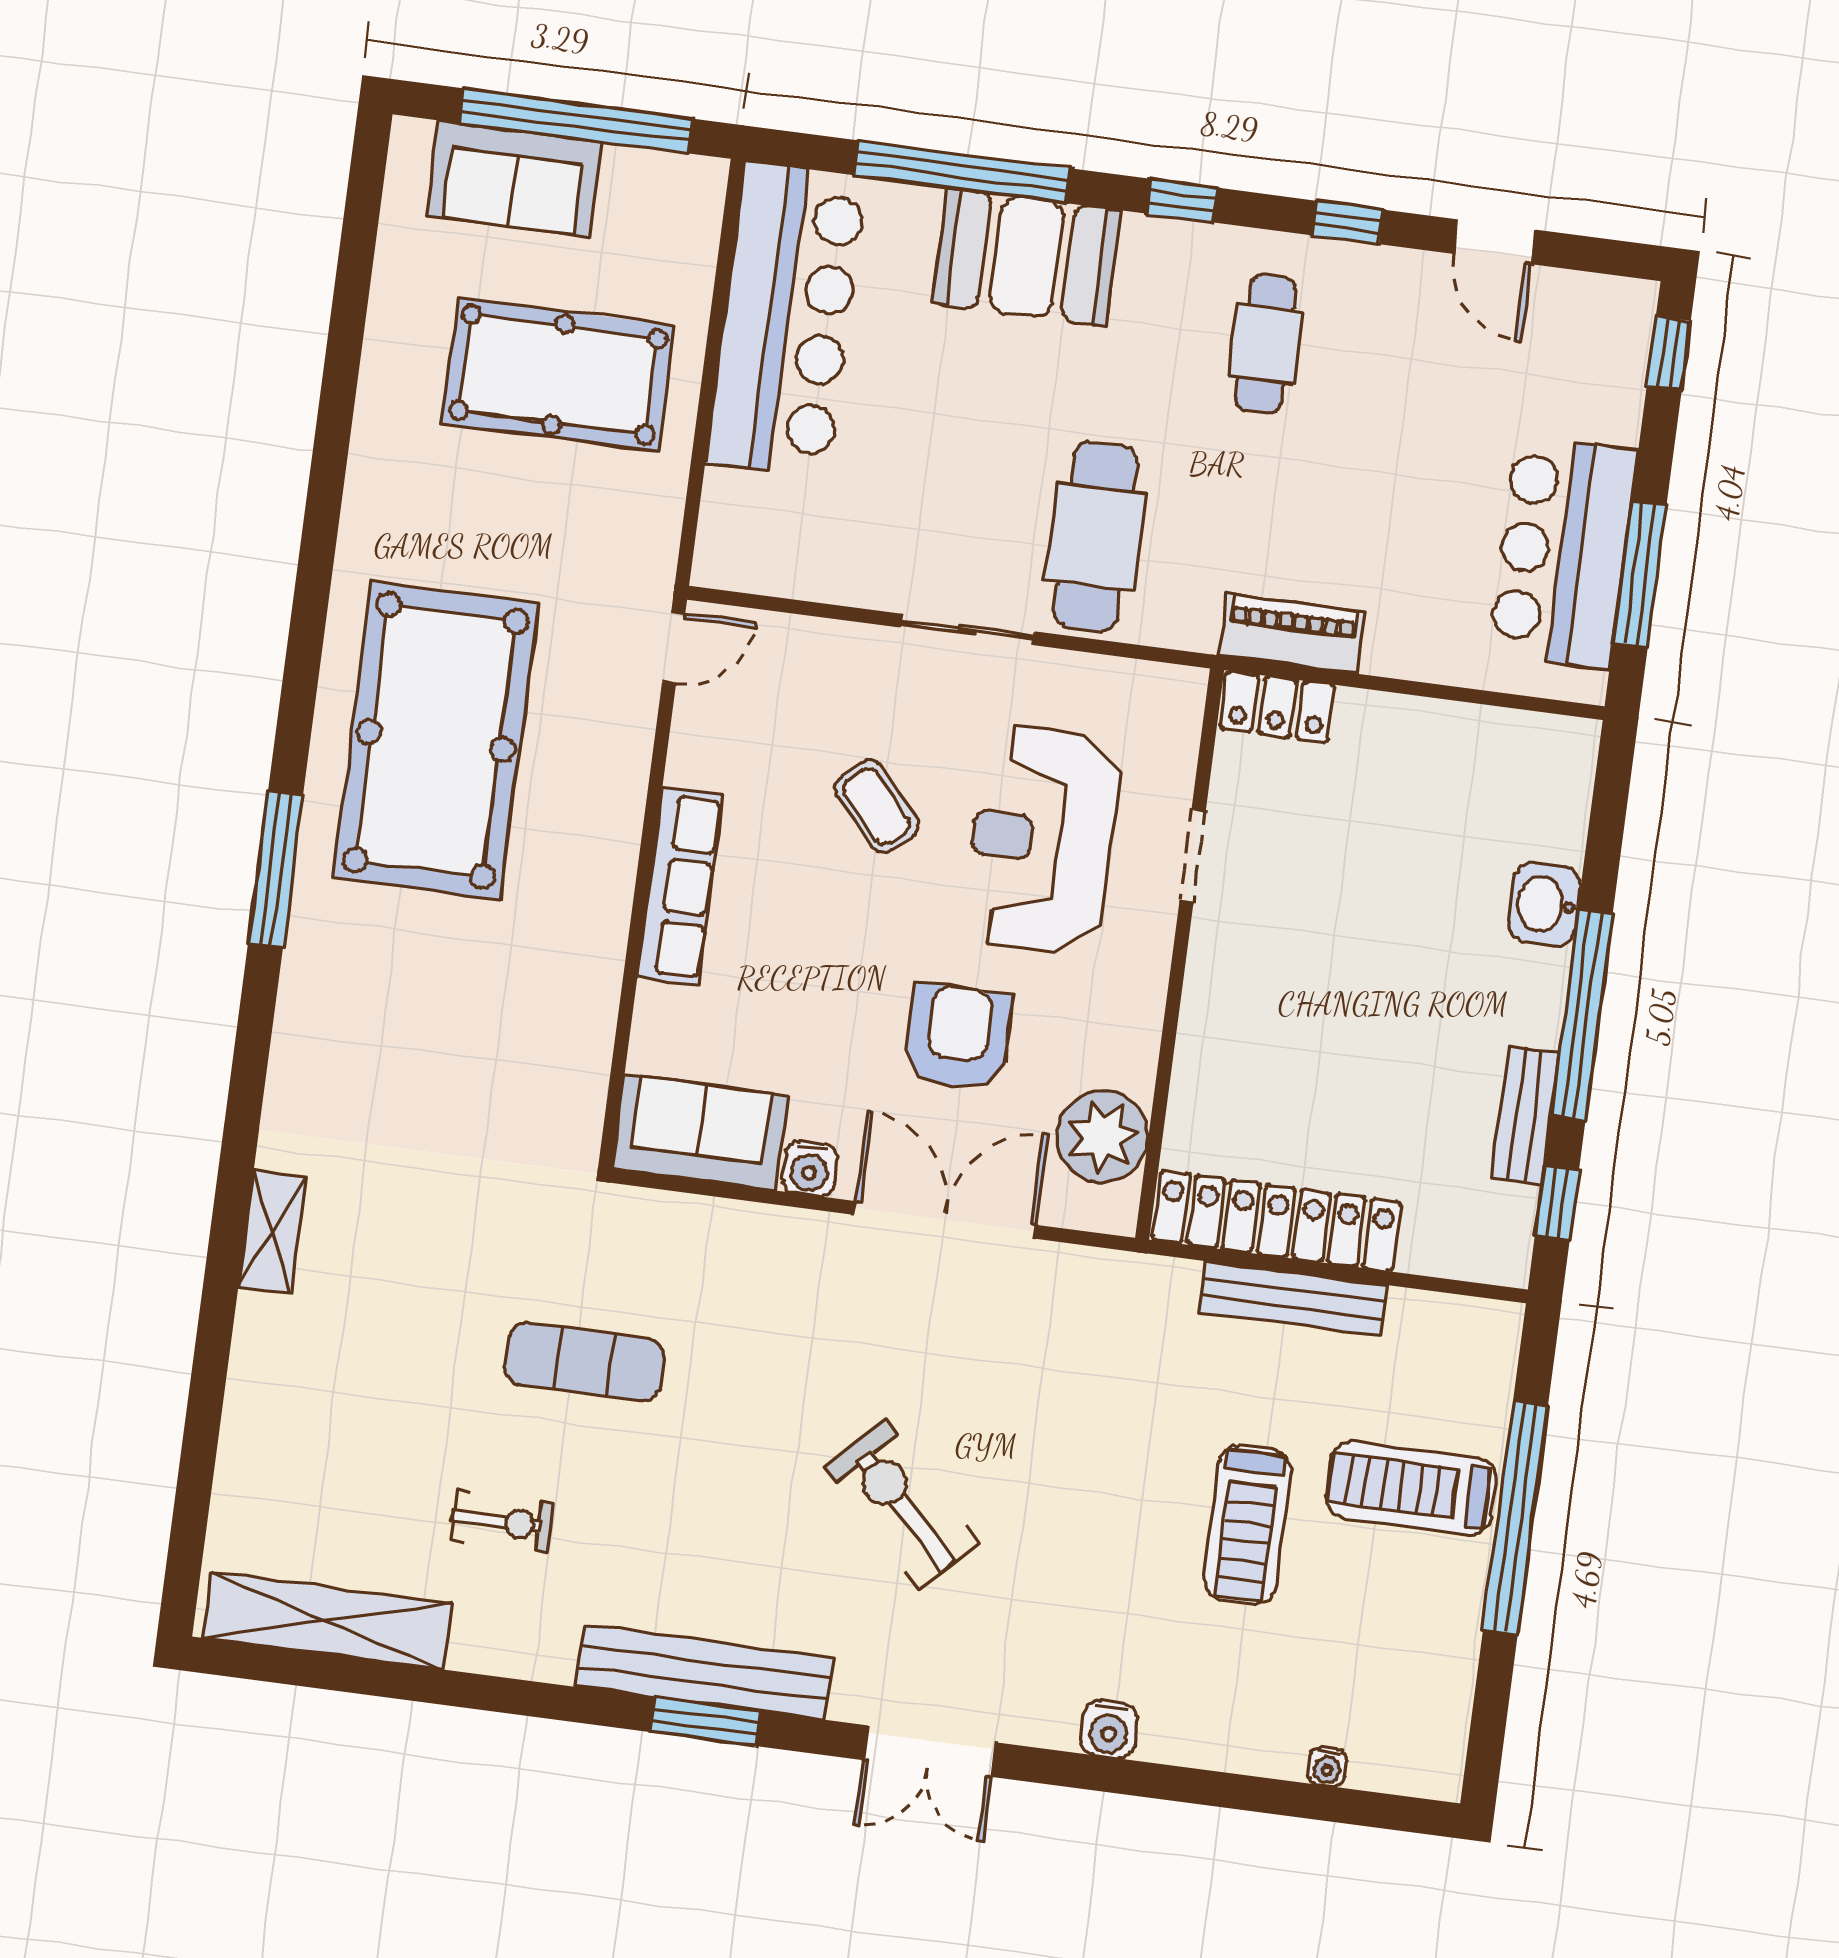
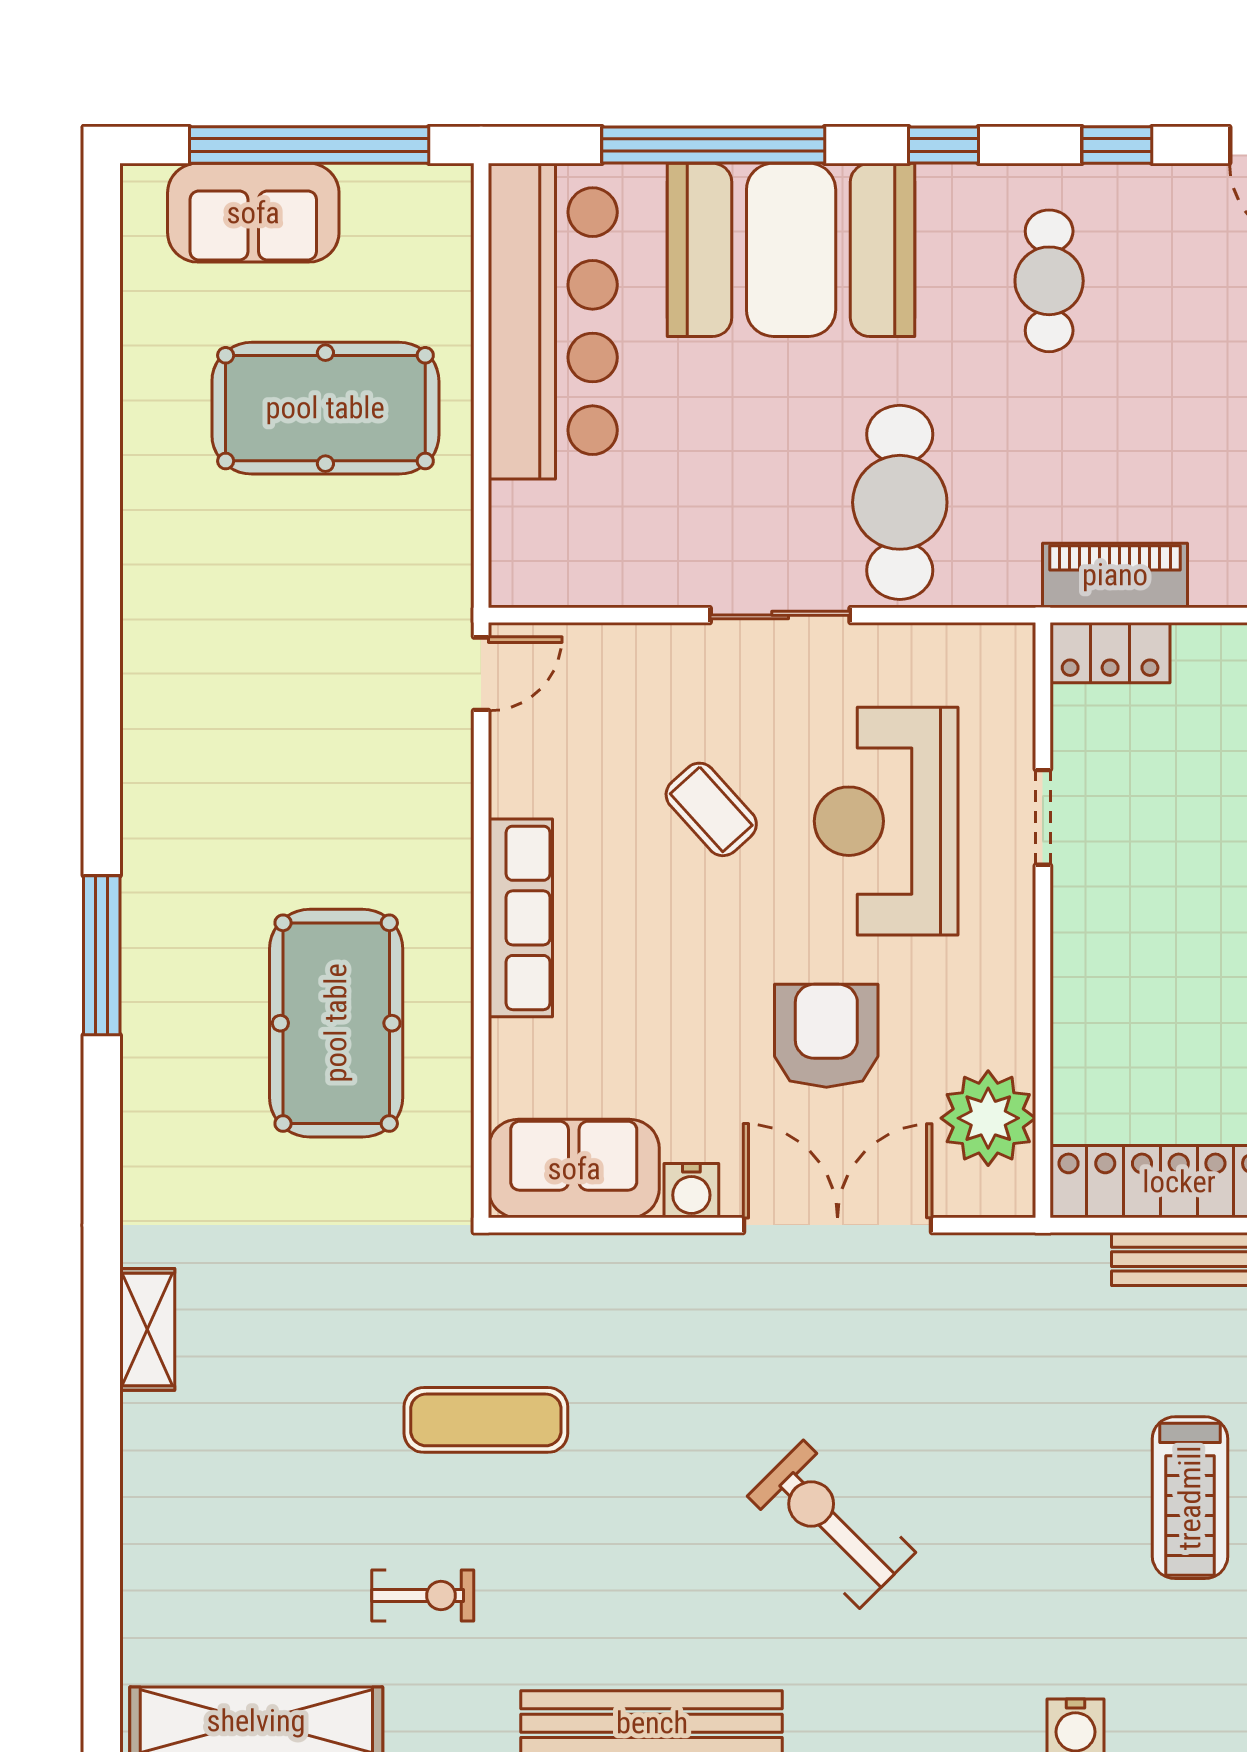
booth: (1026, 257) -> (791, 250), width x1.36, depth x1.42
pool table: (436, 741) -> (336, 1023), moved, width x0.73, depth x0.76

